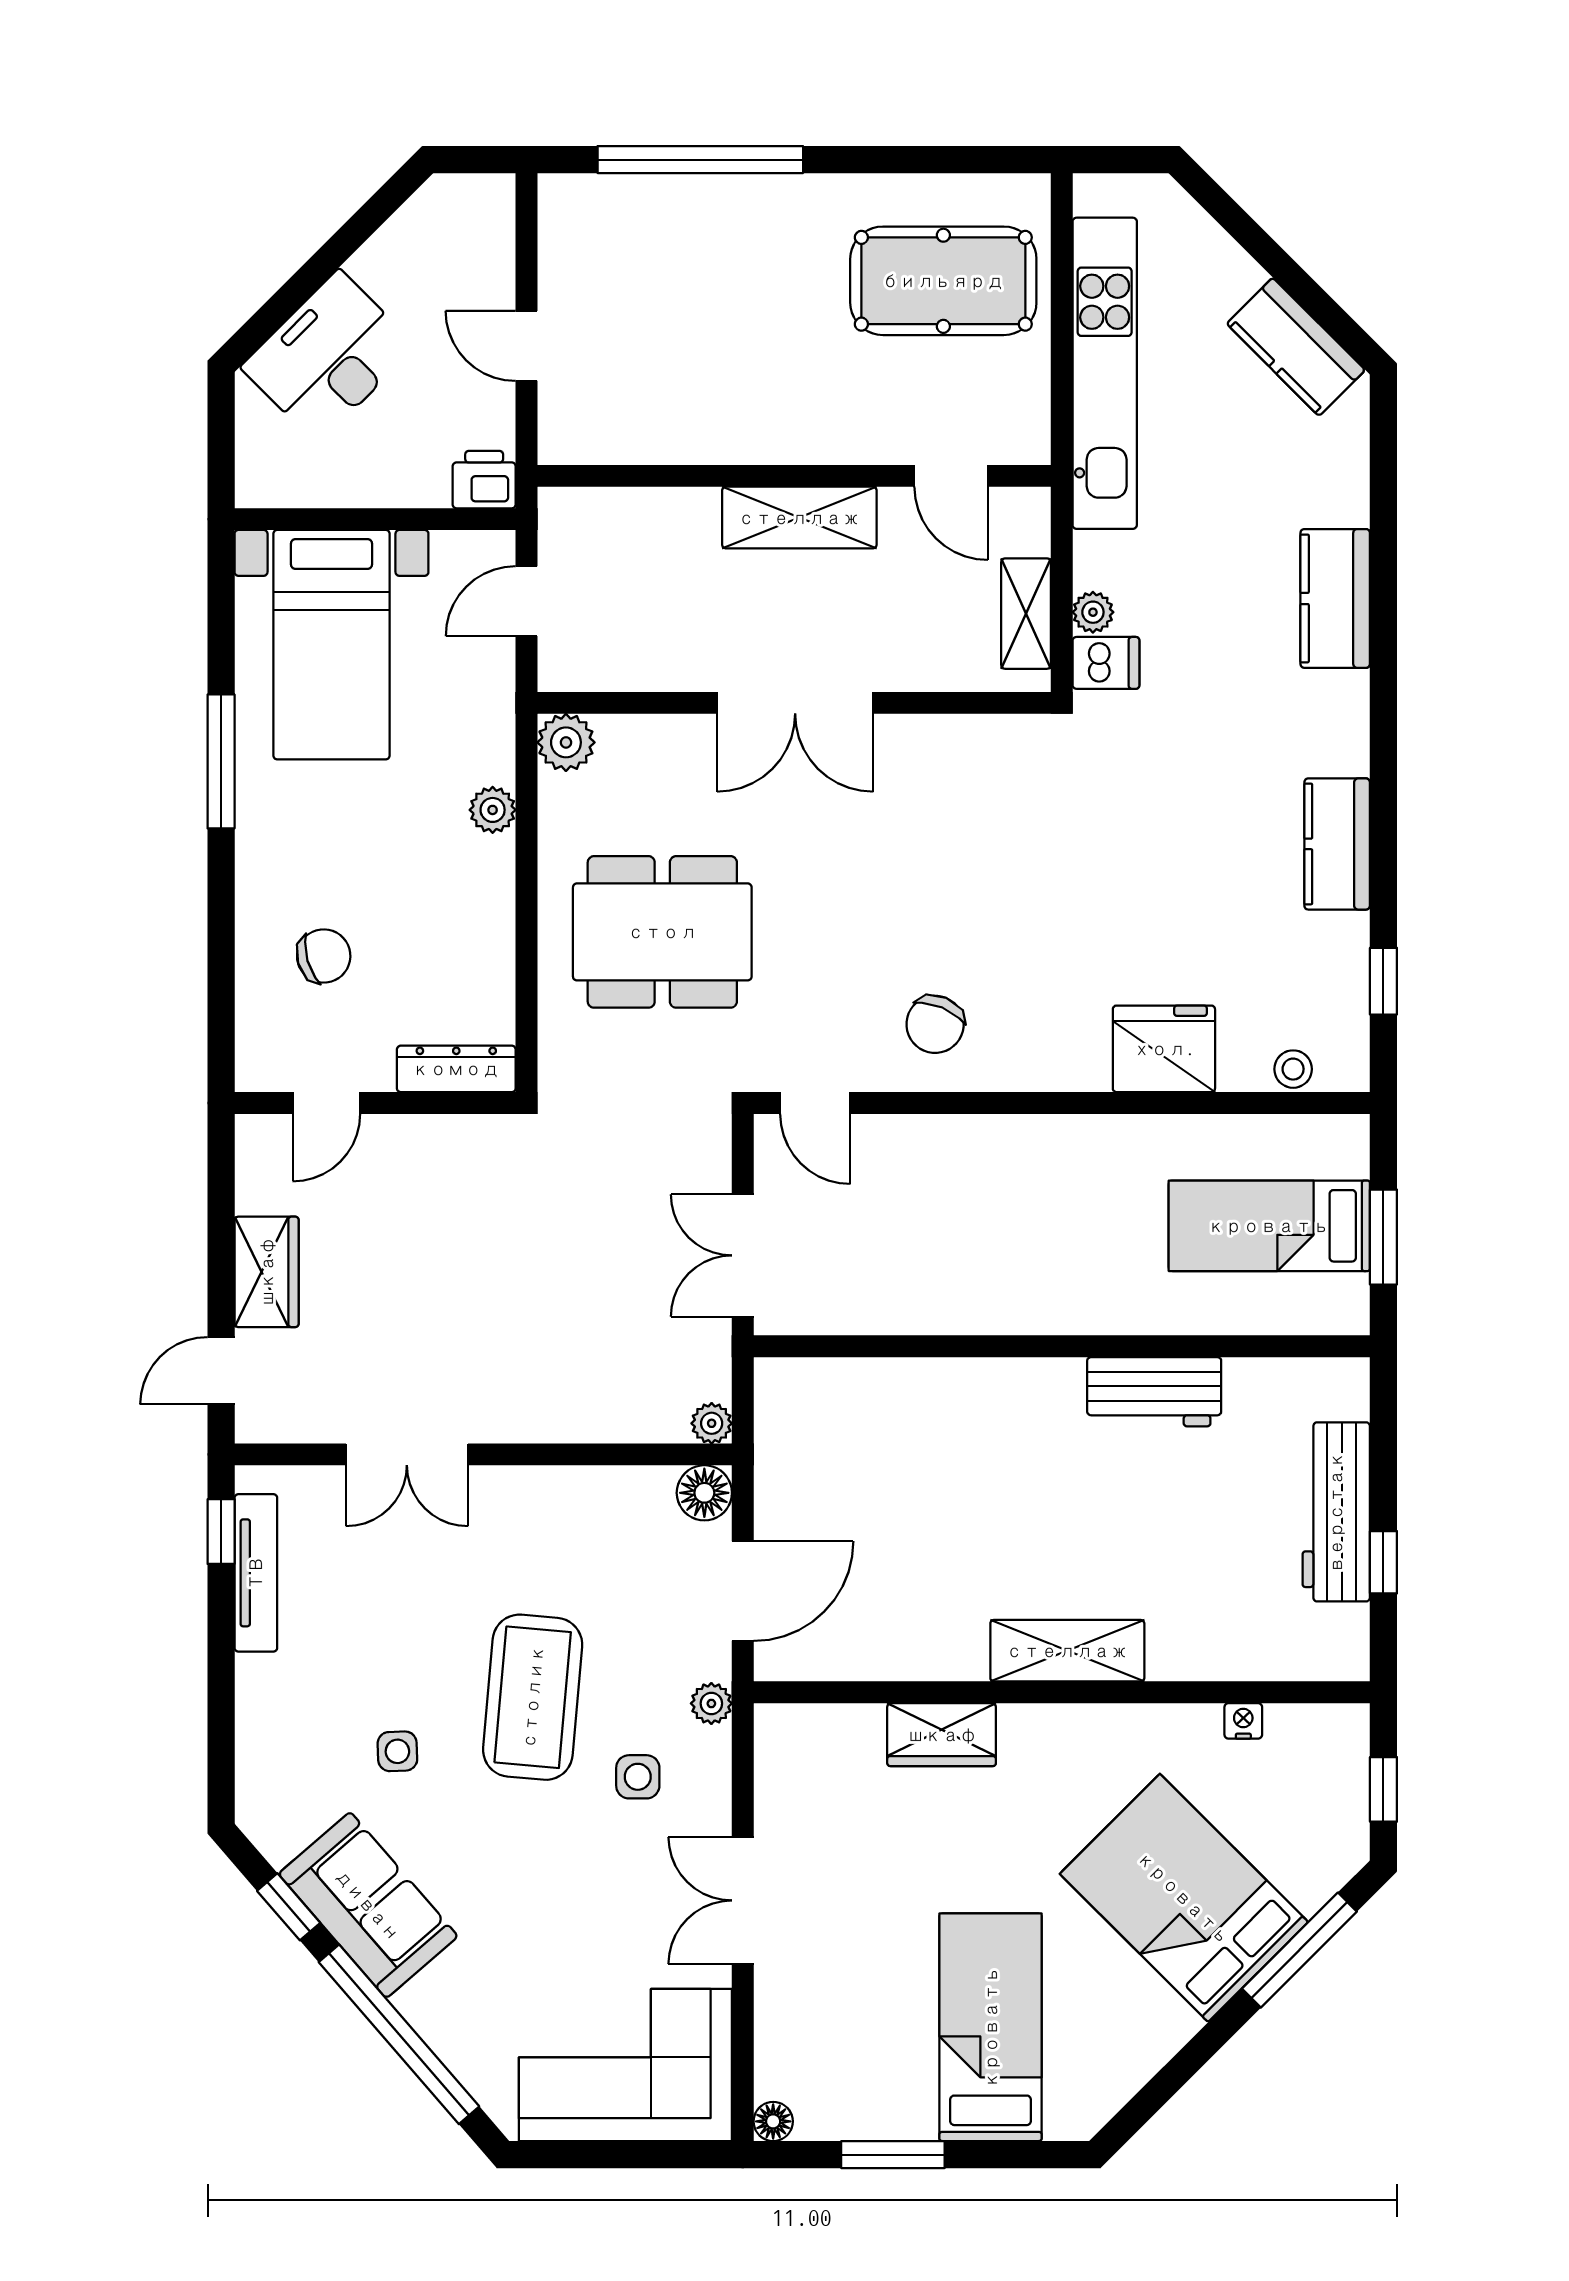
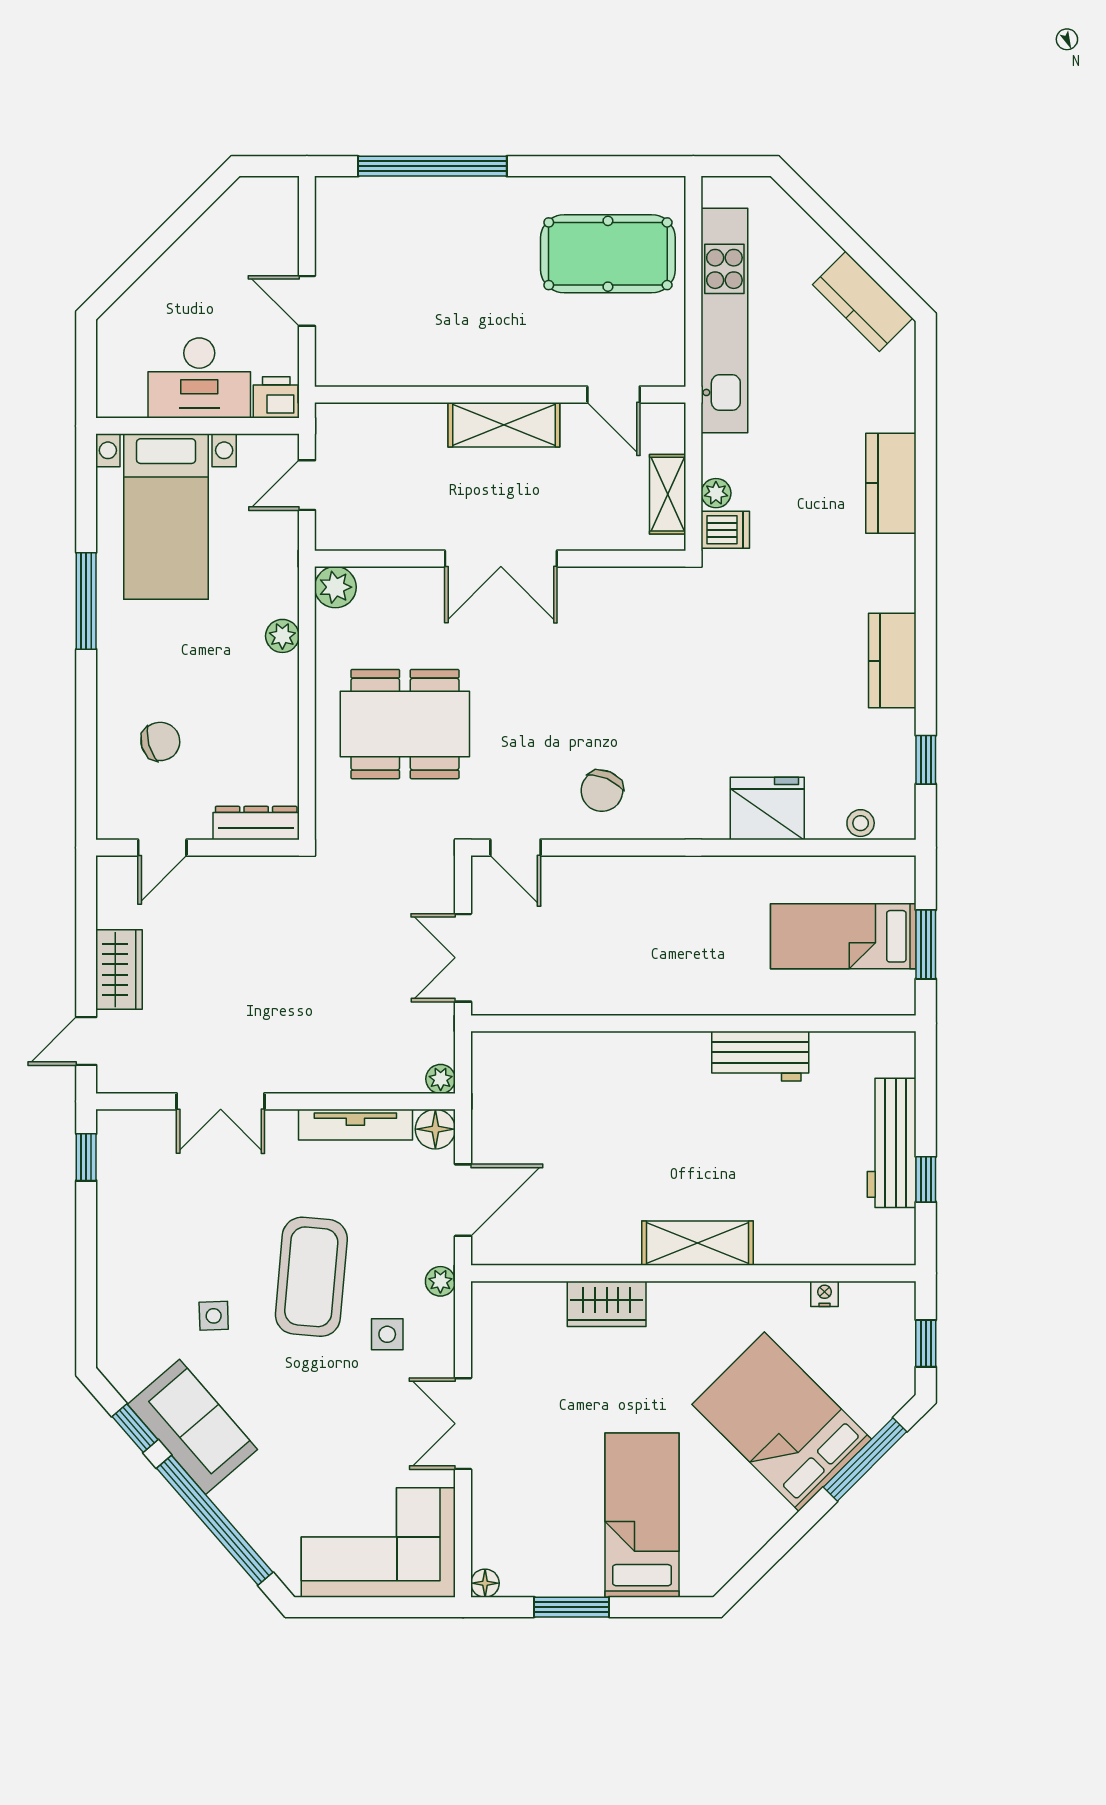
desk: (328, 357) -> (199, 378), moved, turned -135
tv unit: (256, 1573) -> (355, 1125), moved, turned 90

